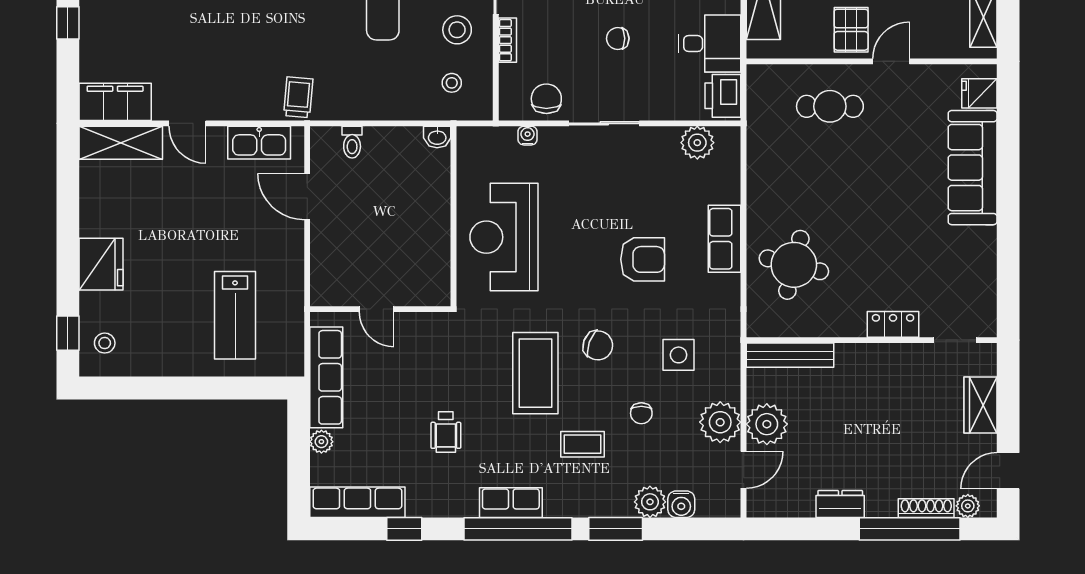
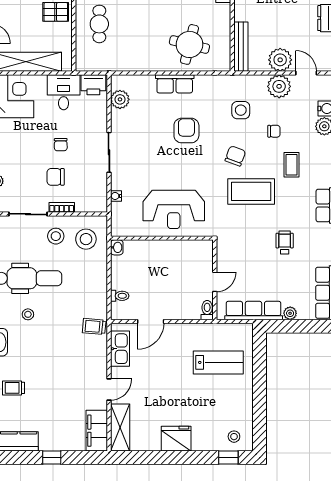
stool: (452, 83) -> (86, 239), width x1.89, depth x1.89
chair: (546, 99) -> (56, 177), moved
fridge: (101, 264) -> (176, 439), moved
toilet: (327, 296) -> (207, 310), added
wheelchair: (446, 432) -> (285, 242), turned -90

